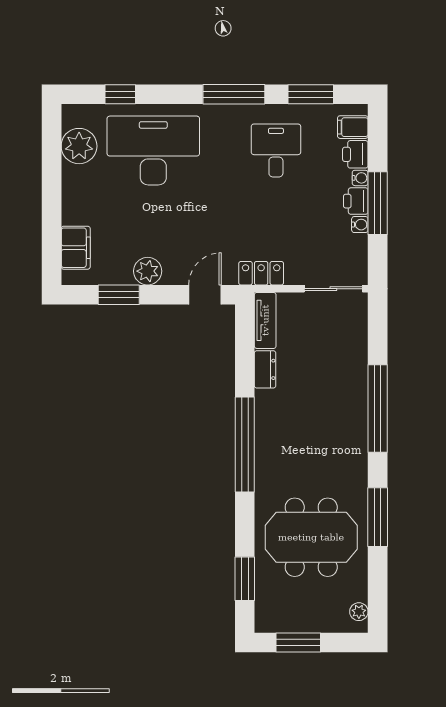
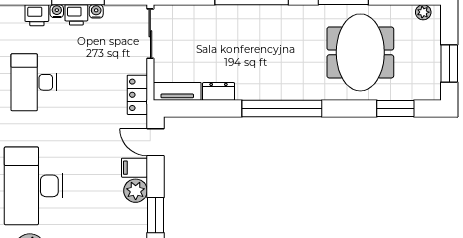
filing cabinet: (353, 127) -> (134, 168), moved, turned 90
desk: (276, 151) -> (34, 82), width x1.37

